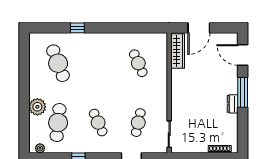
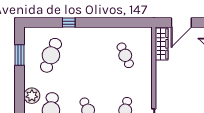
window: (24, 63) -> (20, 55), added
cafe table: (58, 63) -> (51, 55), turned 42

